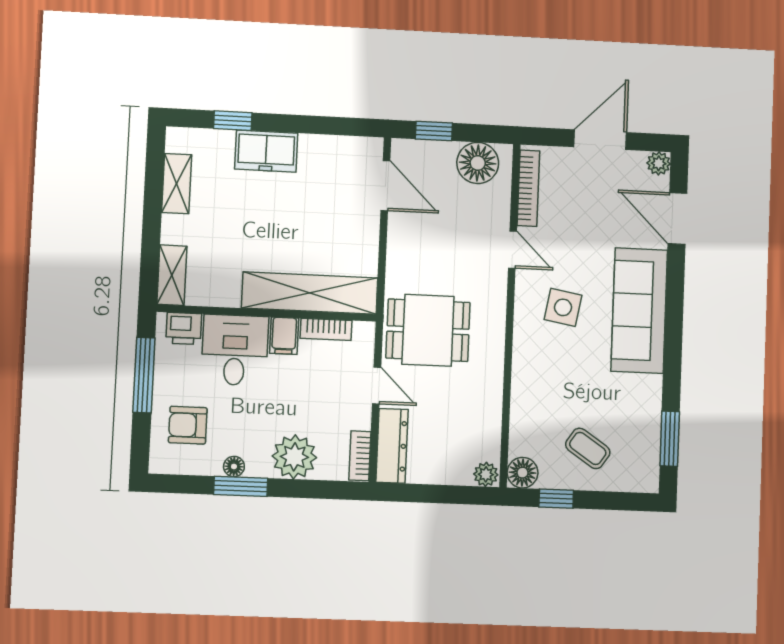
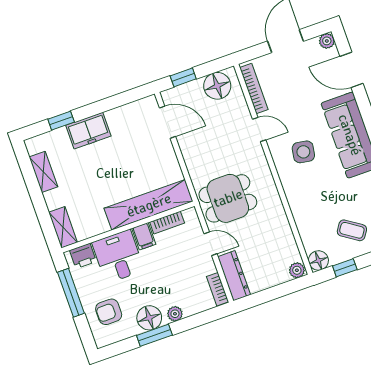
plant: (294, 457) -> (175, 314), width x0.53, depth x0.53
floor lamp: (234, 467) -> (149, 318), width x1.89, depth x1.89

